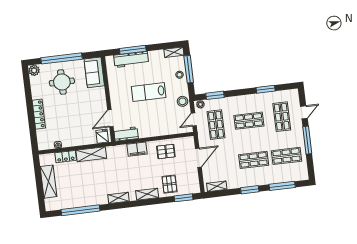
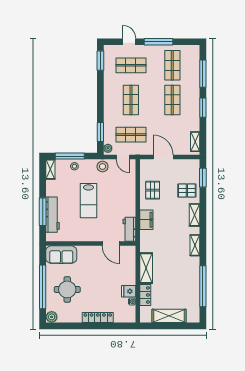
window: (266, 89) -> (100, 61), moved
fridge: (102, 136) -> (129, 291), moved

